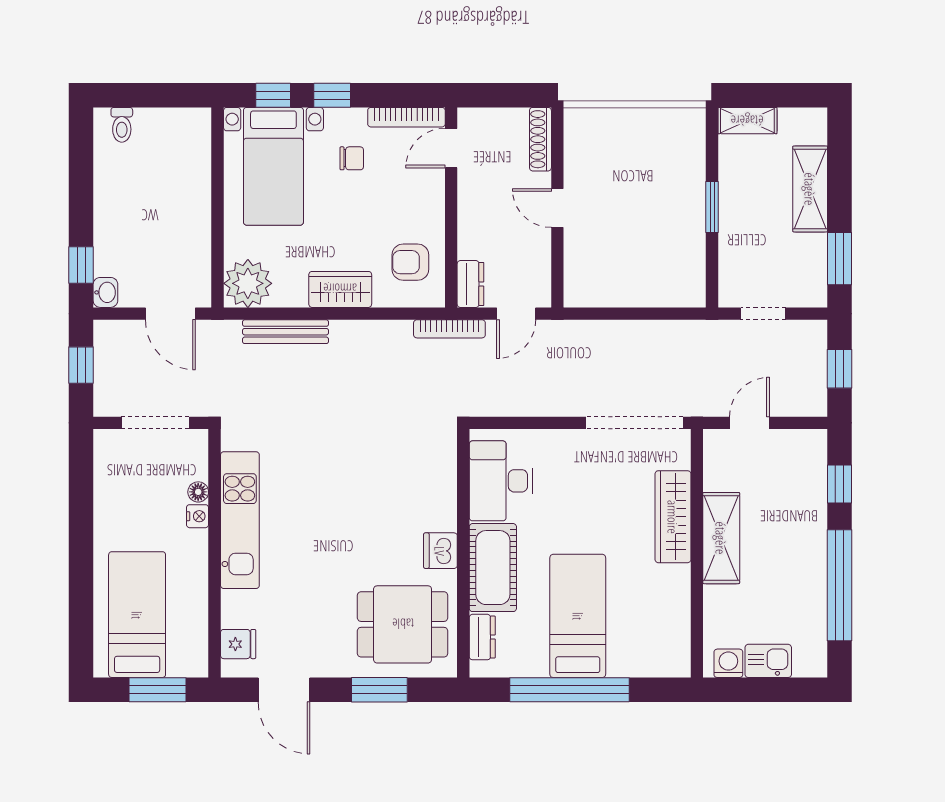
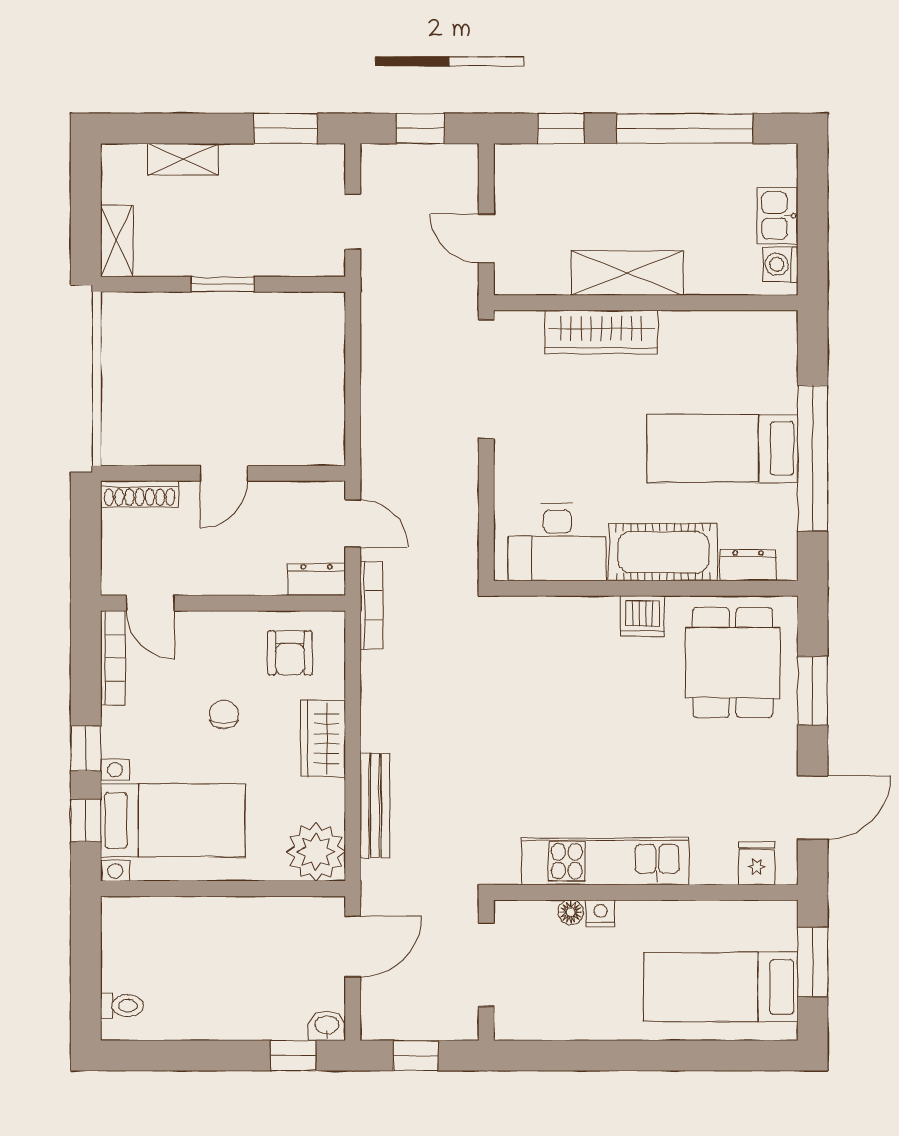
chair: (352, 158) -> (224, 714), moved
shelving: (810, 189) -> (183, 159), width x0.67, depth x0.75

